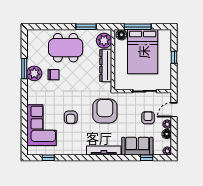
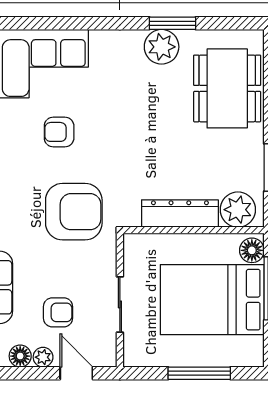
dining table: (66, 48) -> (227, 88), moved
window: (174, 57) -> (199, 373), width x2.17
chair: (53, 75) -> (159, 92), removed

